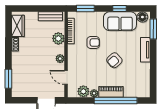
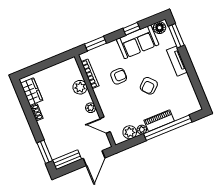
bench: (50, 16) -> (67, 160), moved

